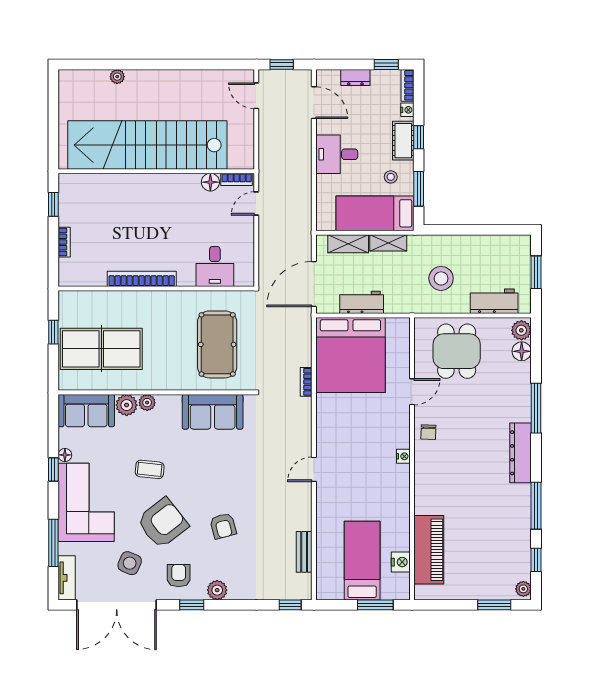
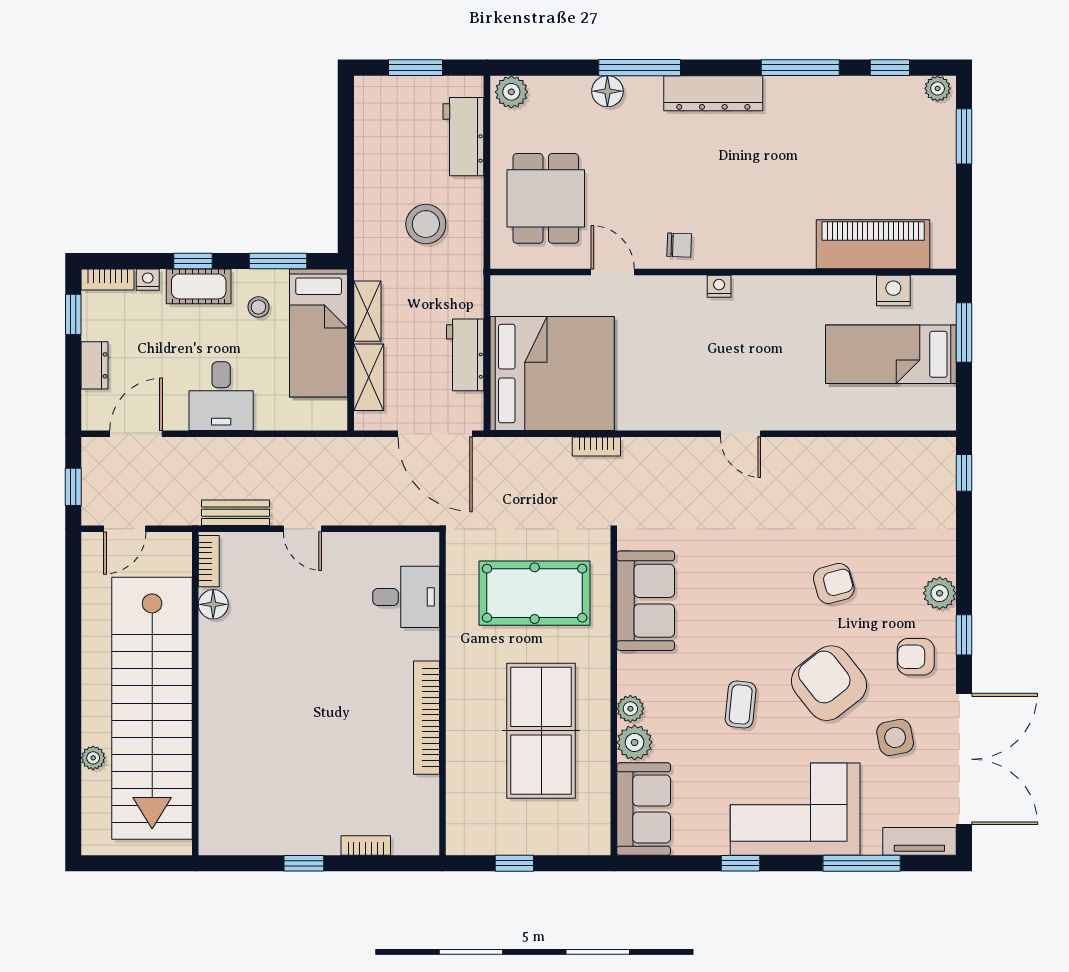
stairs: (147, 145) -> (152, 708), moved
wall: (156, 171) -> (195, 694), moved
bookcase: (237, 179) -> (209, 561), moved
floor lamp: (210, 182) -> (213, 604), moved
table tennis table: (101, 349) -> (541, 731), moved
dining table: (457, 351) -> (546, 198), turned 90
floor lamp: (522, 351) -> (607, 91), moved
floor lamp: (65, 455) -> (717, 844), removed
bench: (304, 552) -> (236, 513), moved
side table: (130, 563) -> (895, 737), turned -34

